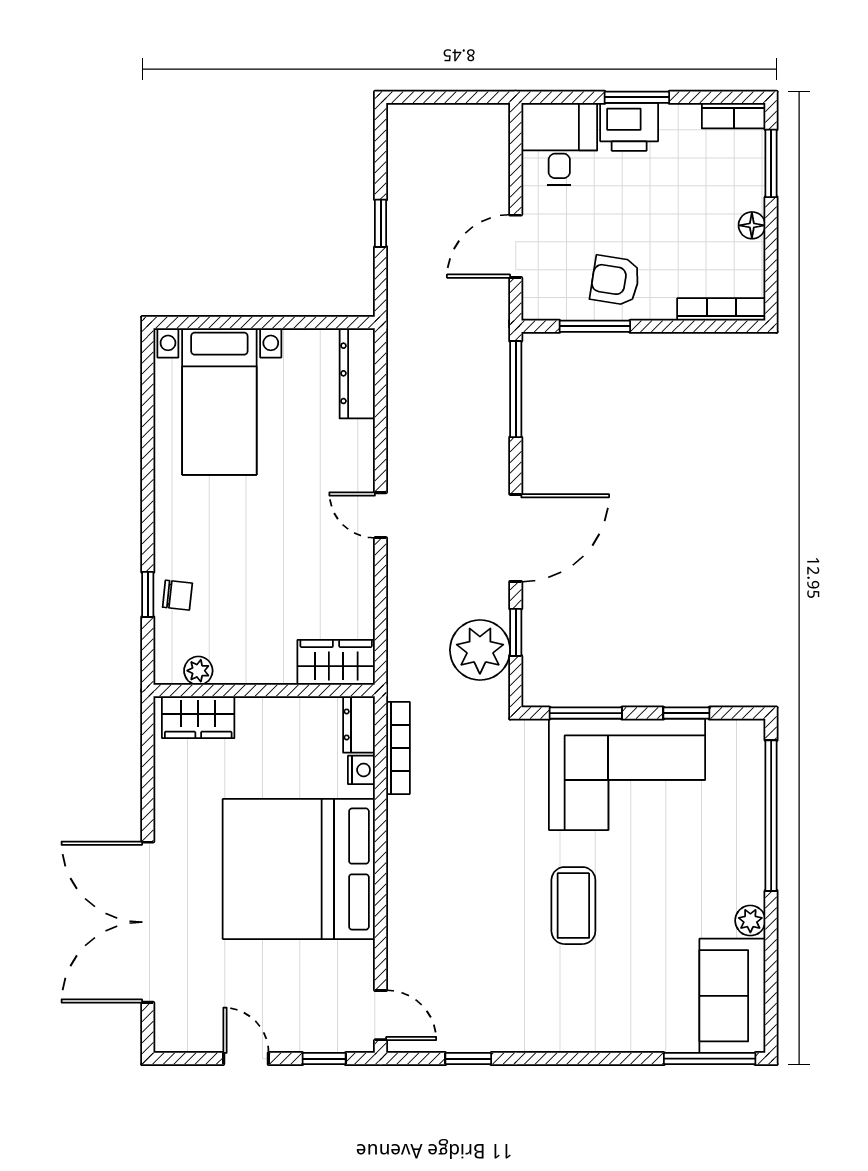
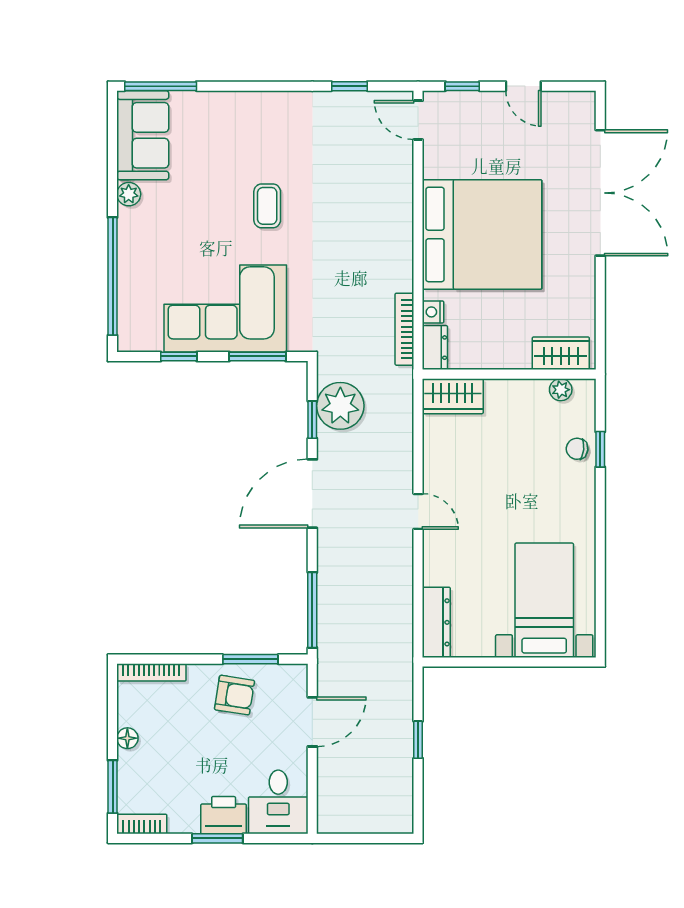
coffee table: (573, 906) -> (267, 206), width x0.73, depth x0.77

